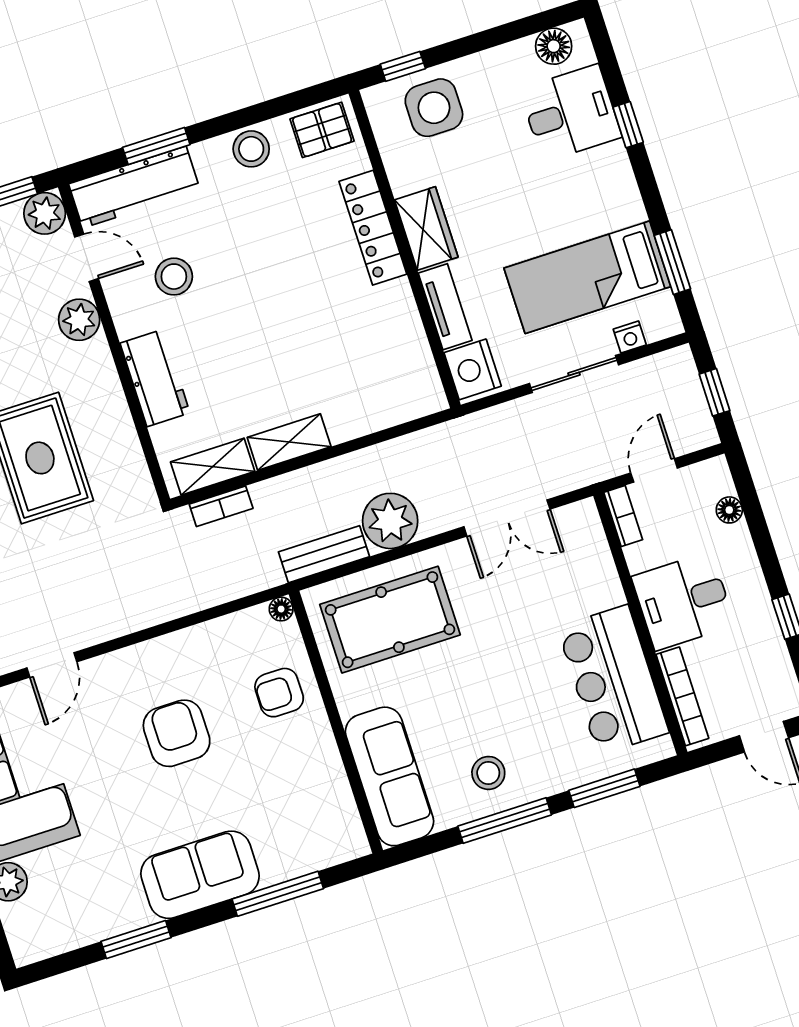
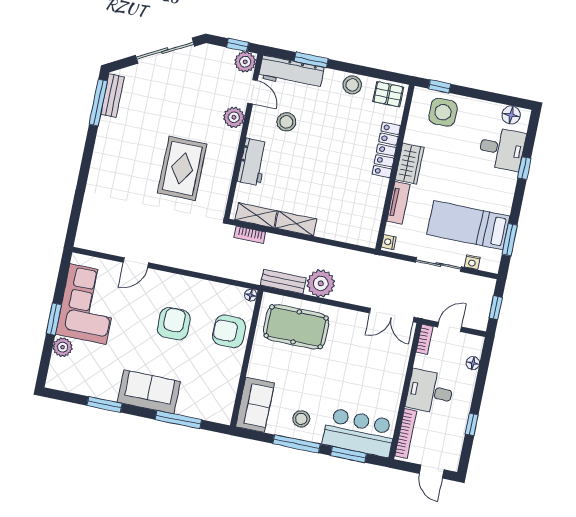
nightstand: (473, 369) -> (389, 242), width x0.53, depth x0.56
double door: (507, 518) -> (392, 315), moved
bar counter: (613, 680) -> (359, 433), moved, turned 90
armchair: (279, 693) -> (229, 331), width x1.38, depth x1.38
sofa: (390, 776) -> (255, 405), width x0.73

